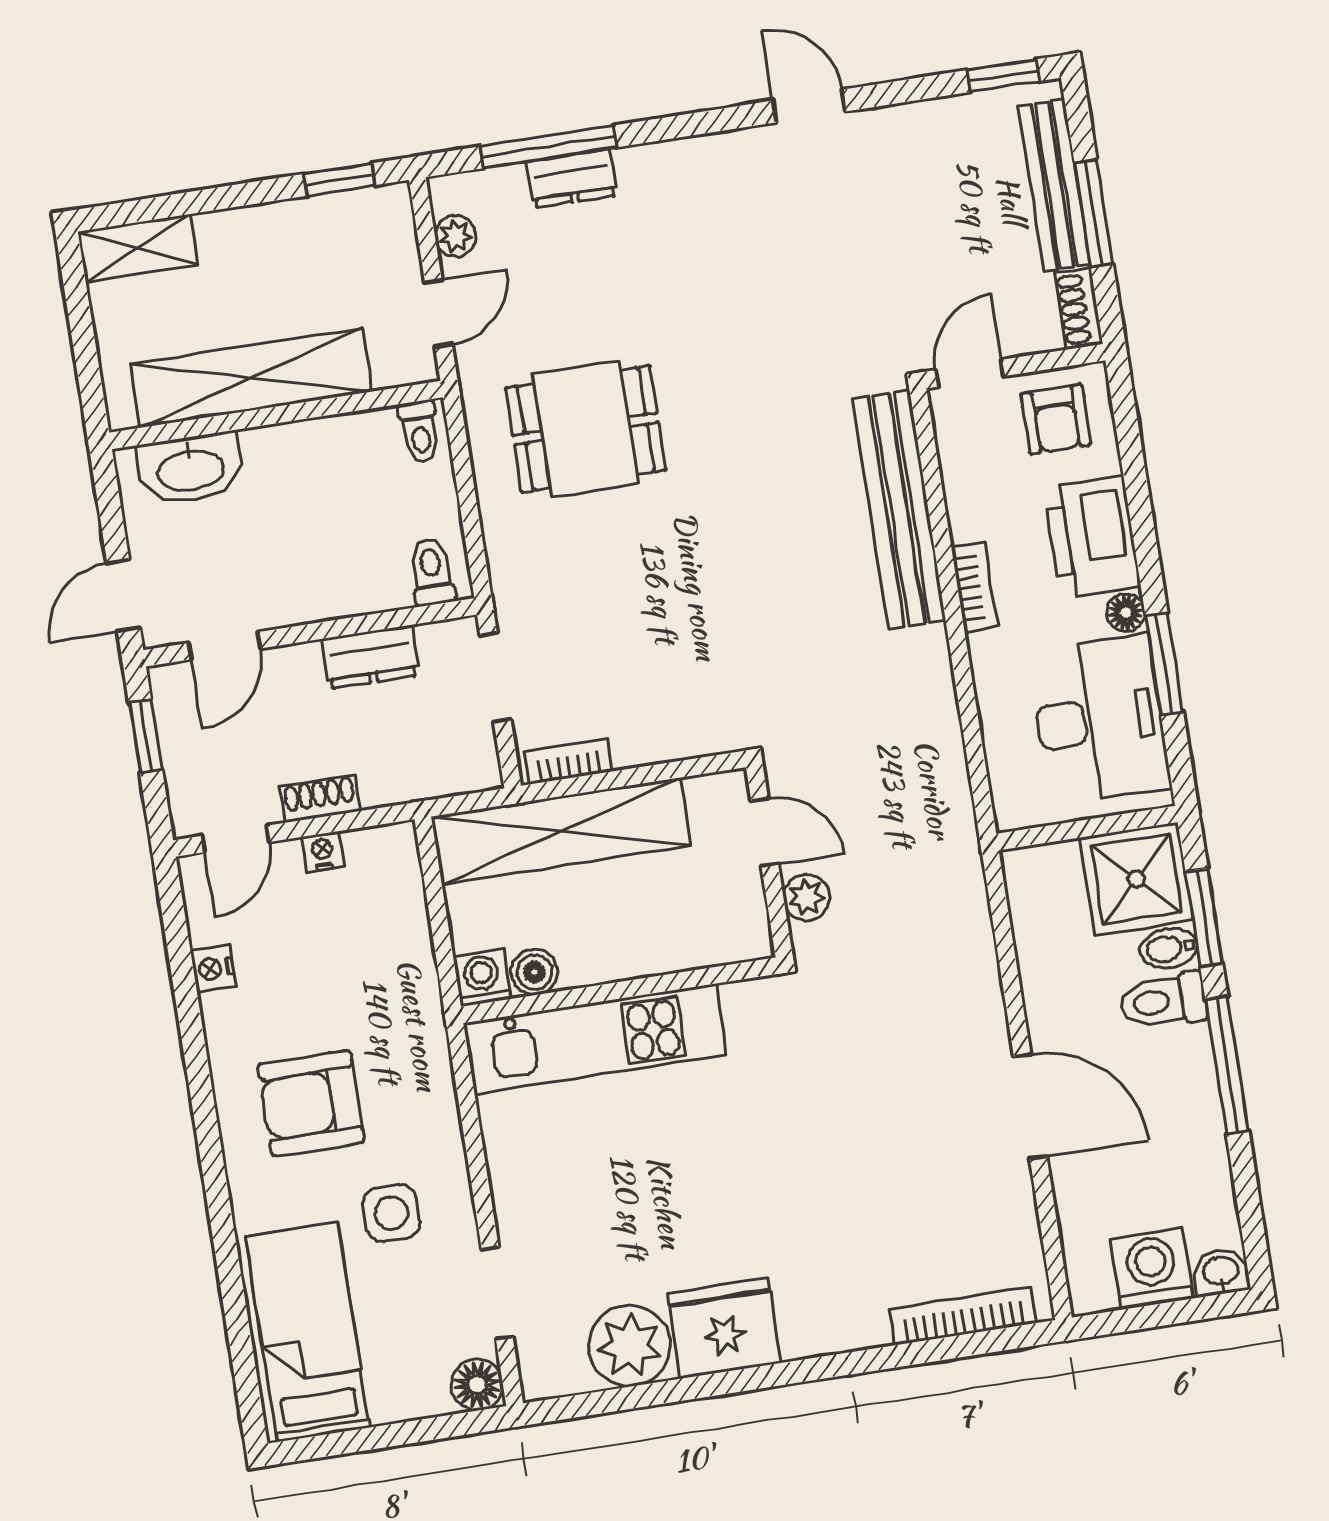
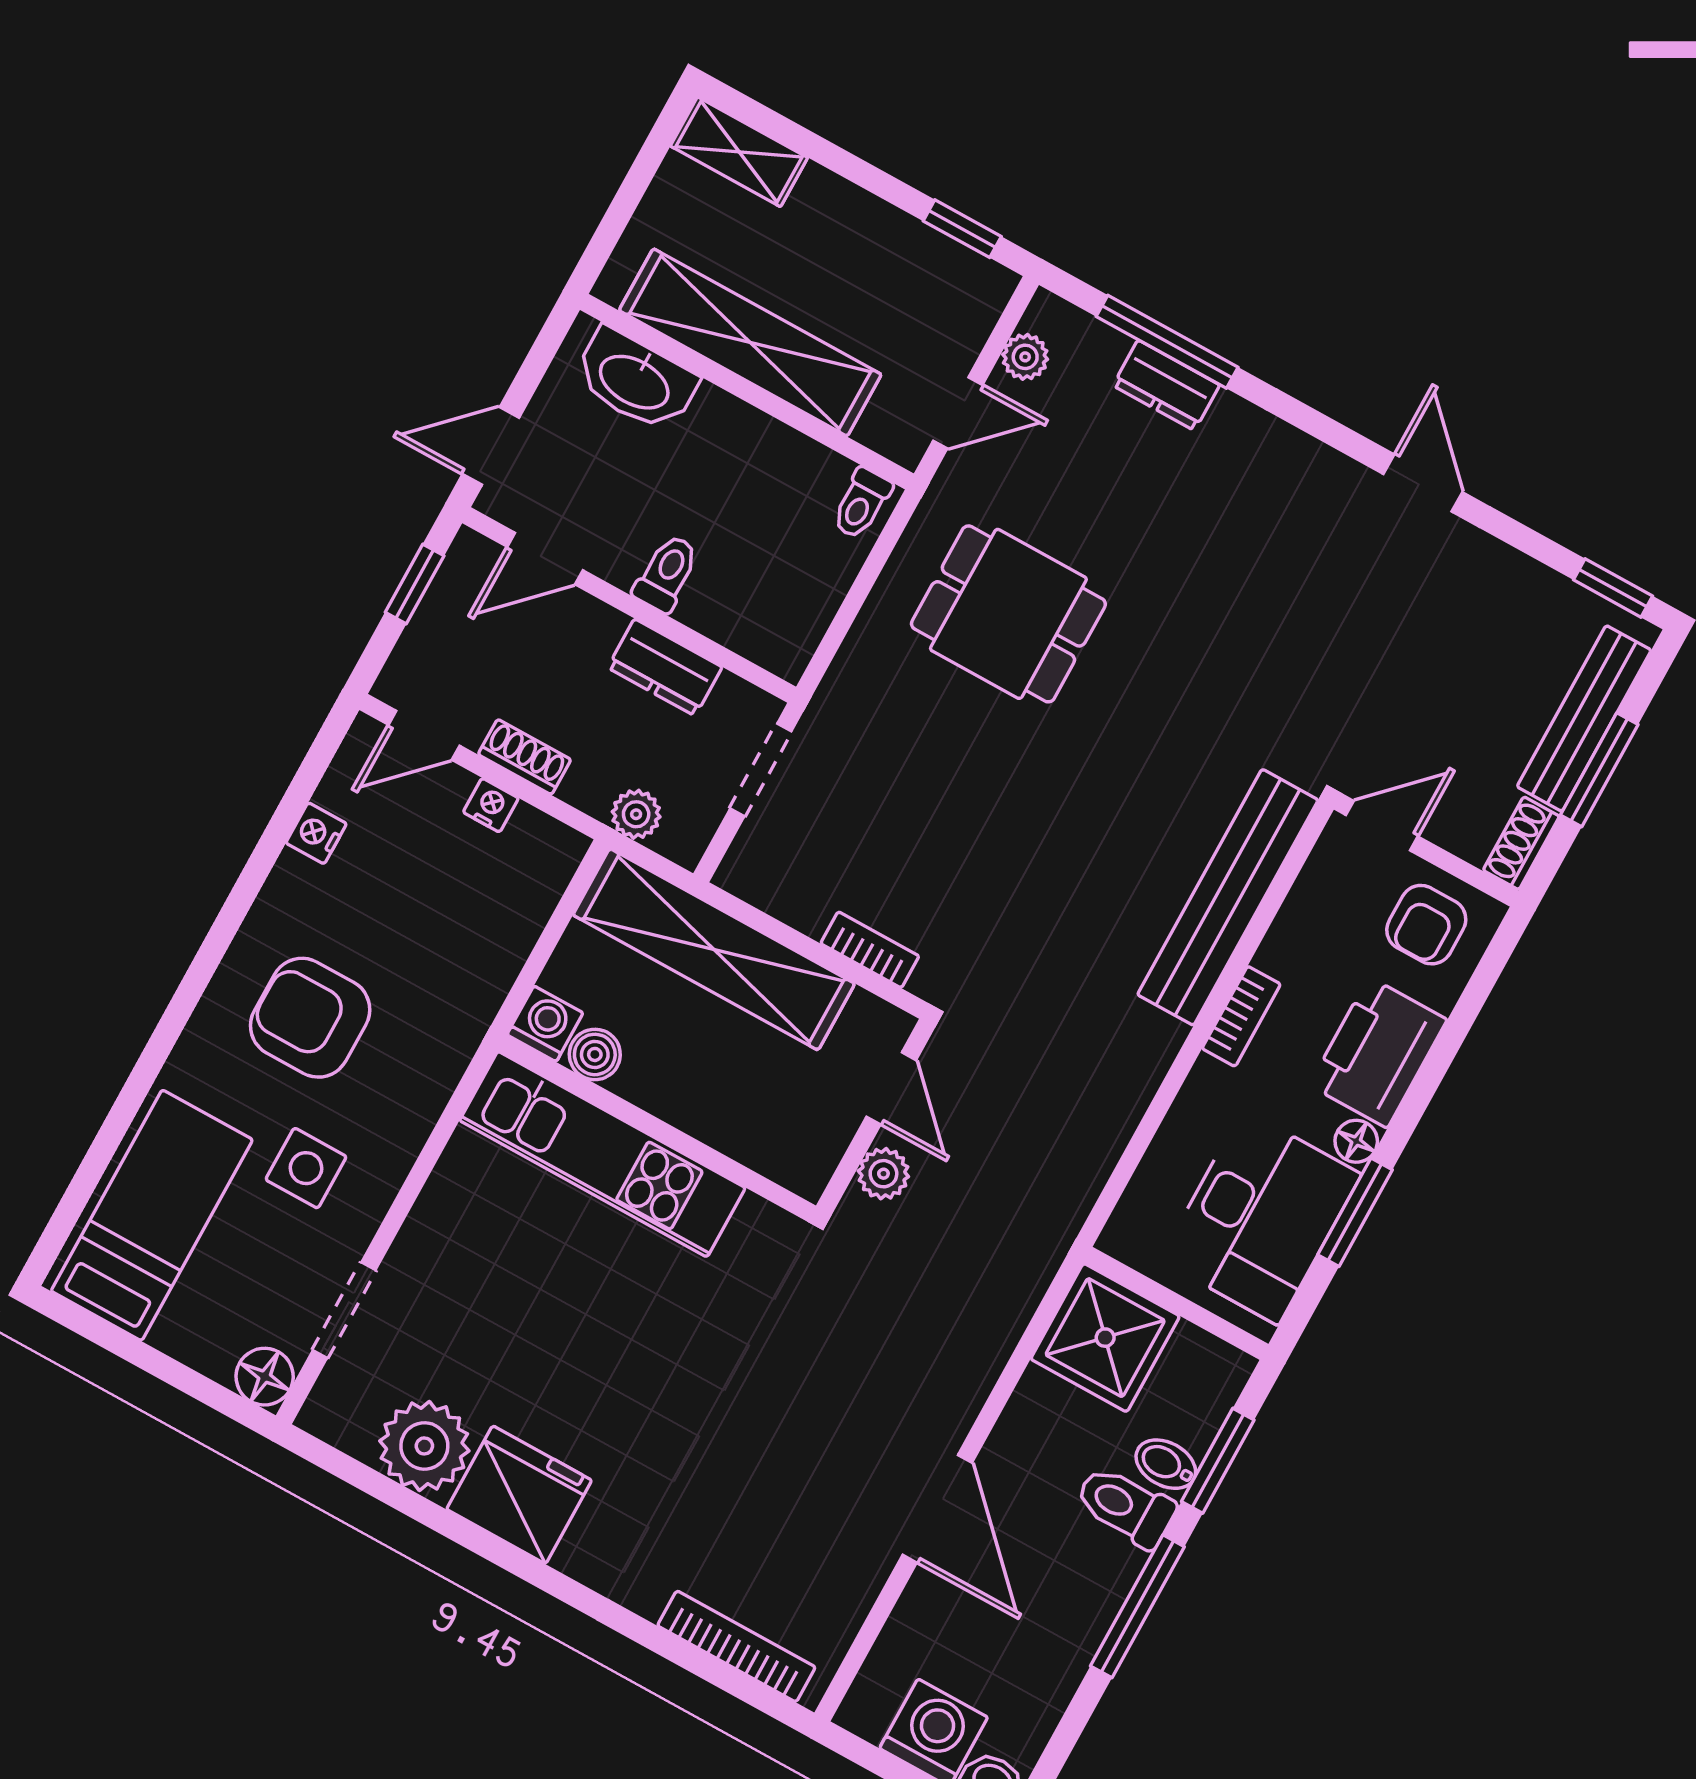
toilet: (432, 572) -> (666, 573), moved
bookcase: (568, 761) -> (870, 950), moved
plant: (431, 778) -> (636, 814), added
shower: (1136, 879) -> (1105, 1338), moved

